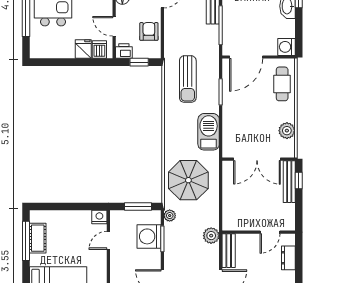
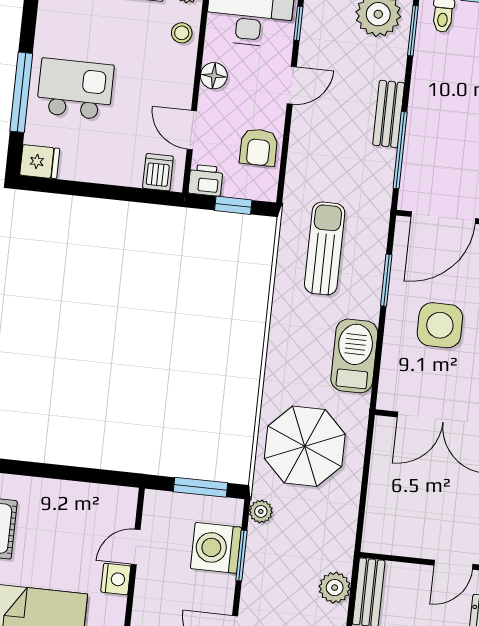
armchair: (149, 31) -> (259, 147), turned 180
fridge: (83, 49) -> (40, 162), moved, turned 90
sun lounger: (188, 79) -> (325, 248), turned 180
side table: (250, 112) -> (440, 325), added
nightstand: (99, 217) -> (116, 579), moved, turned 90
plant: (211, 236) -> (335, 588), moved

